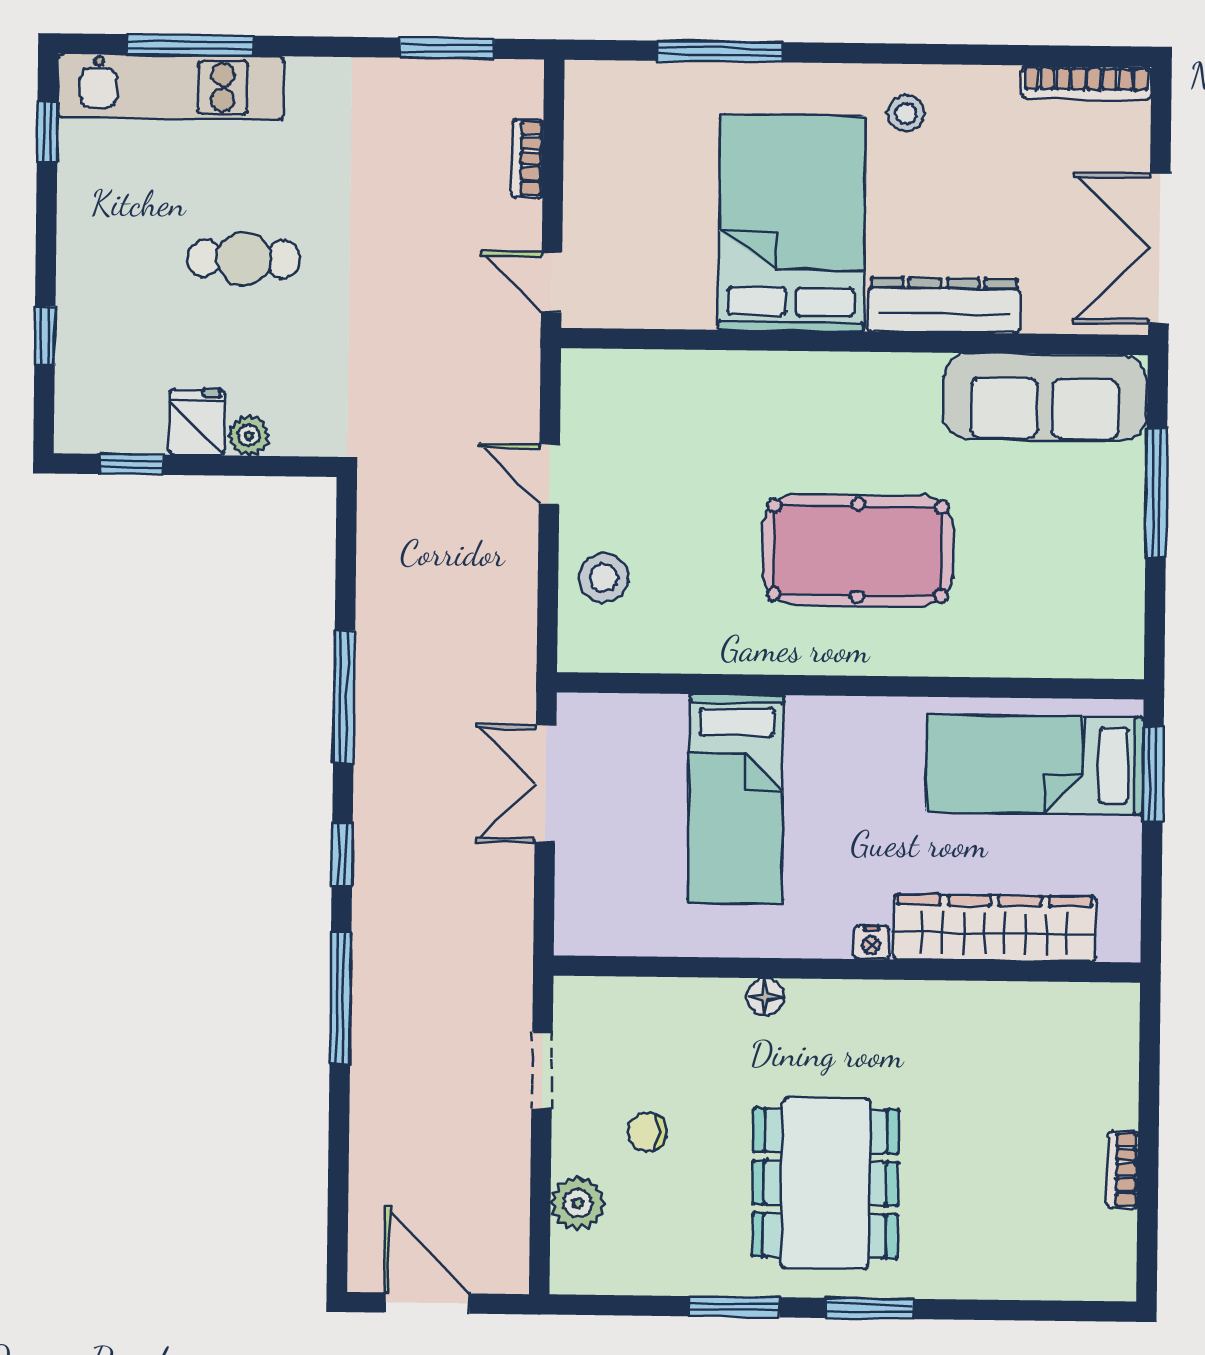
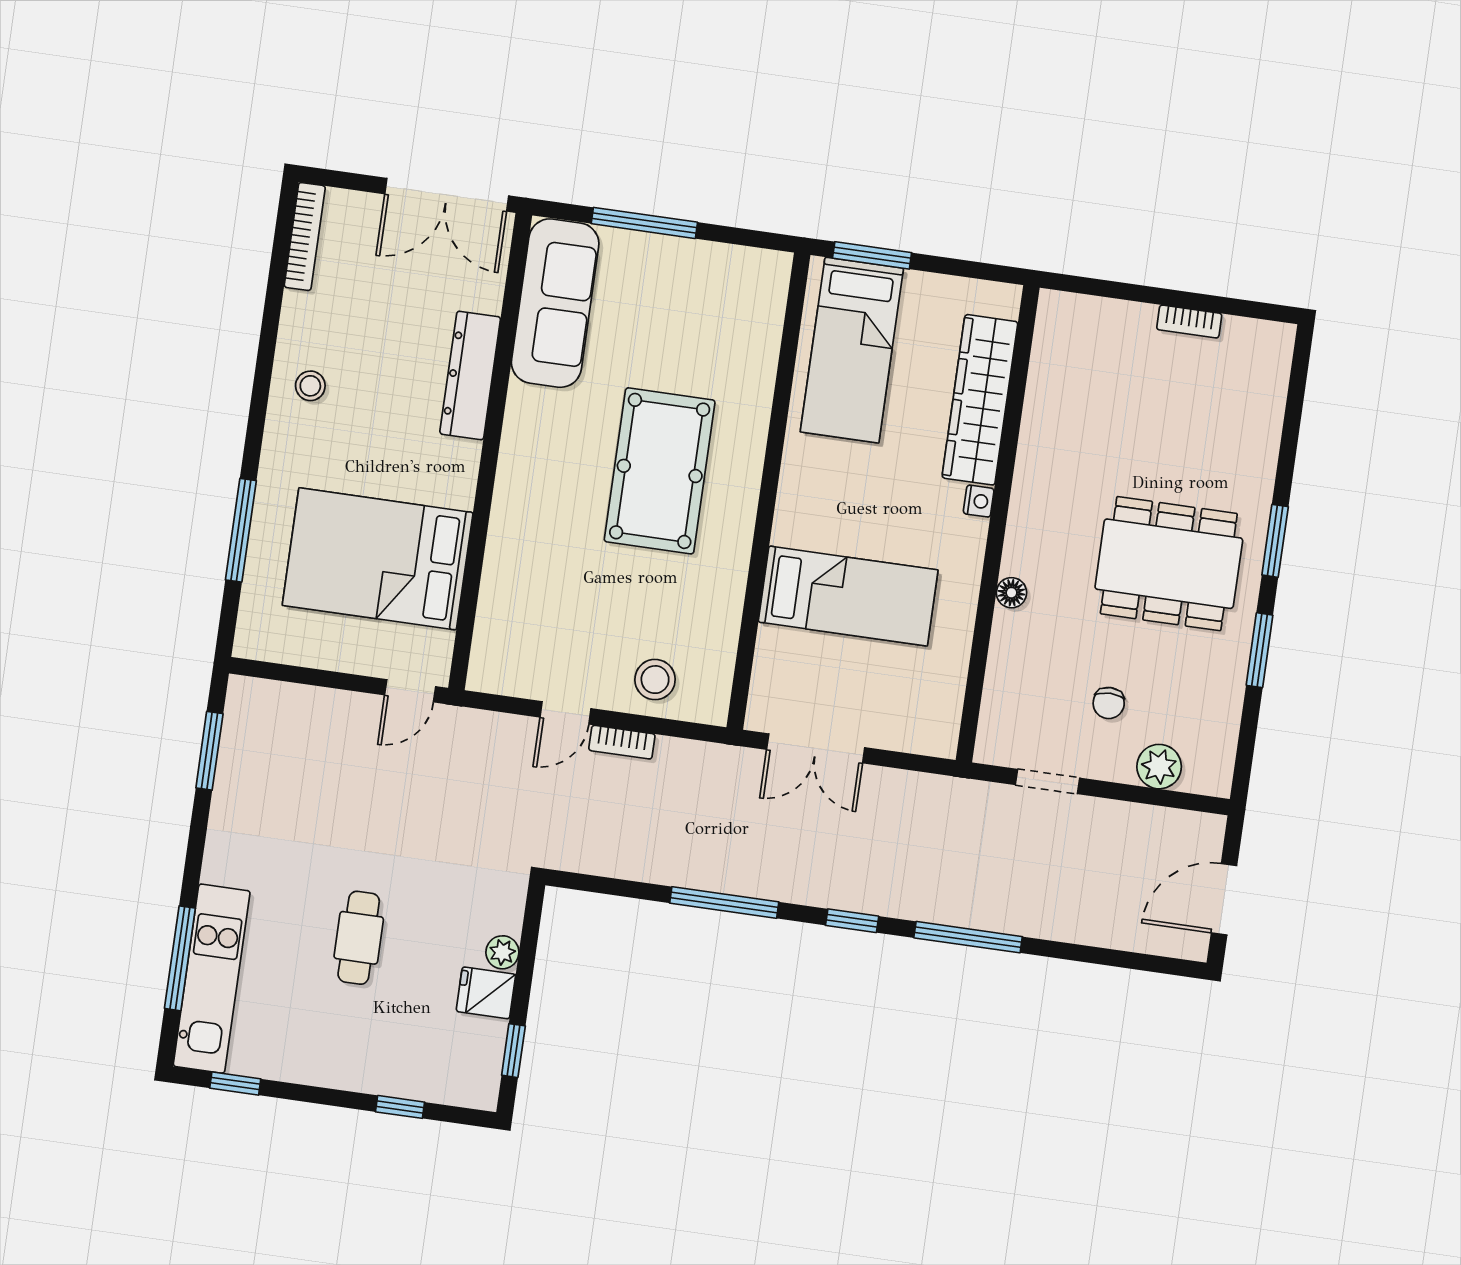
bookcase: (527, 158) -> (622, 742), moved
bed: (792, 223) -> (378, 559), moved

